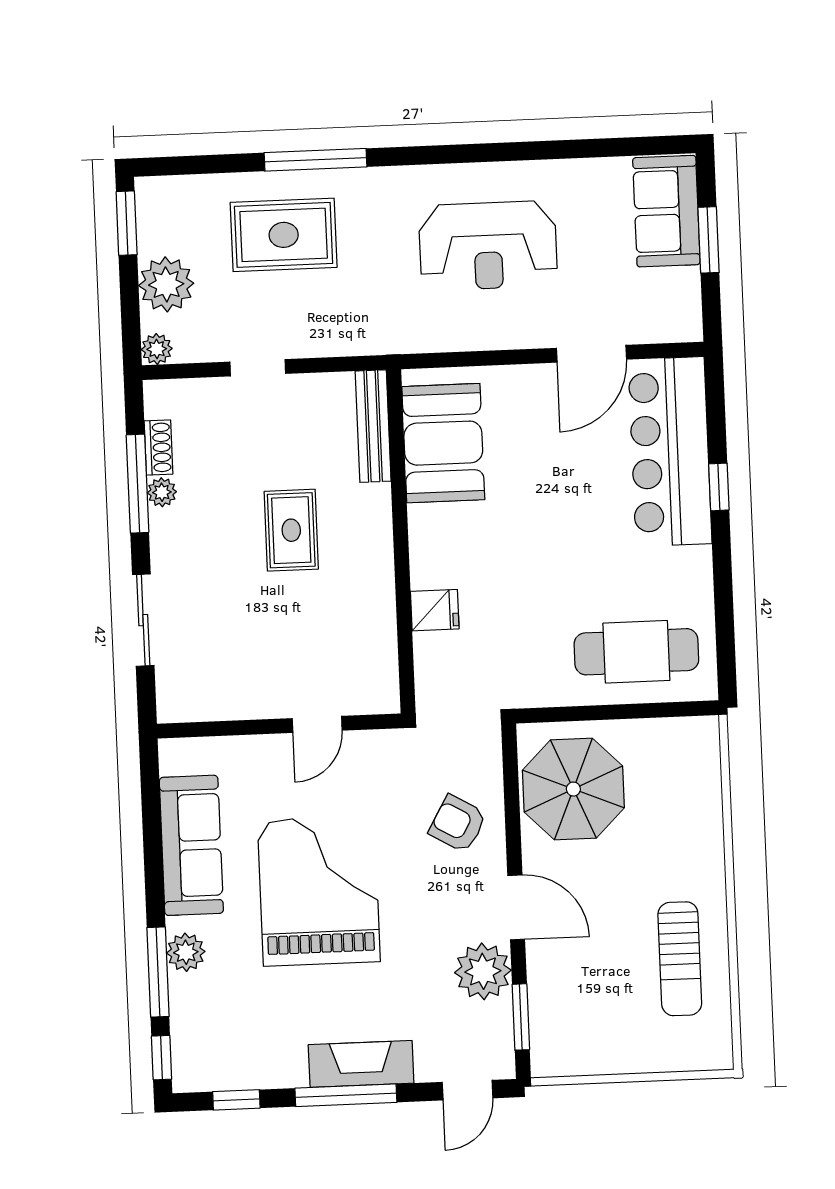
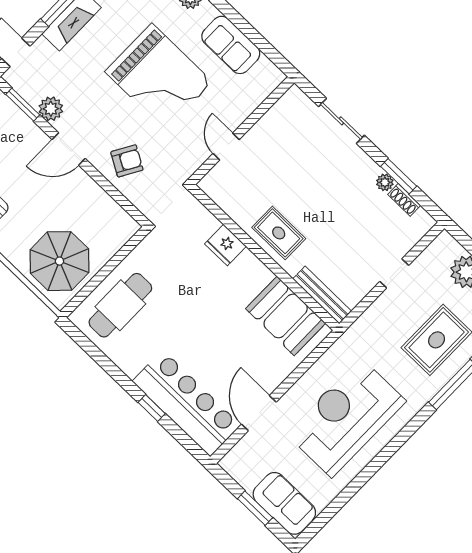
reception desk: (488, 246) -> (346, 417), width x1.36, depth x1.30
plant: (157, 349) -> (444, 241), removed
window: (138, 484) -> (399, 176), width x0.69
rug: (291, 530) -> (279, 233), moved
fridge: (435, 610) -> (225, 245), width x1.38
parasol: (573, 789) -> (59, 261), moved
sofa: (191, 845) -> (231, 45), width x0.73
plant: (483, 971) -> (51, 109), width x0.73, depth x0.73

